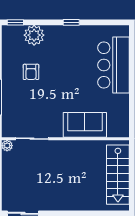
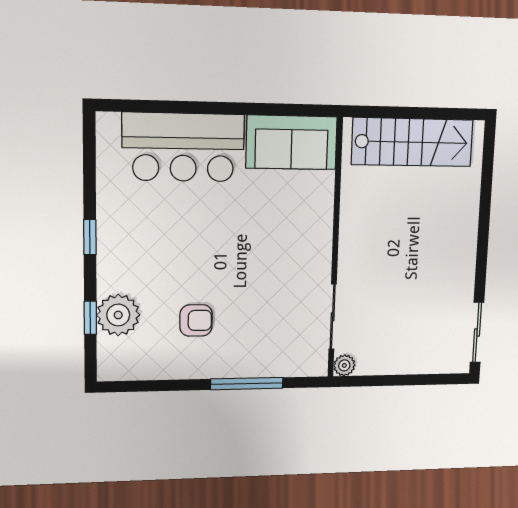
window: (15, 22) -> (90, 318), moved
sofa: (85, 125) -> (292, 142), moved, turned -90

